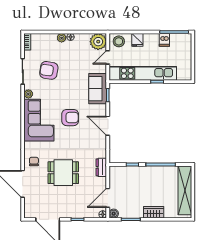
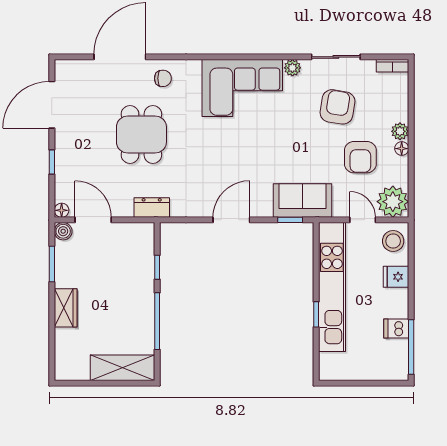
armchair: (70, 118) -> (360, 157), moved
shelving: (185, 190) -> (123, 368), width x0.68

